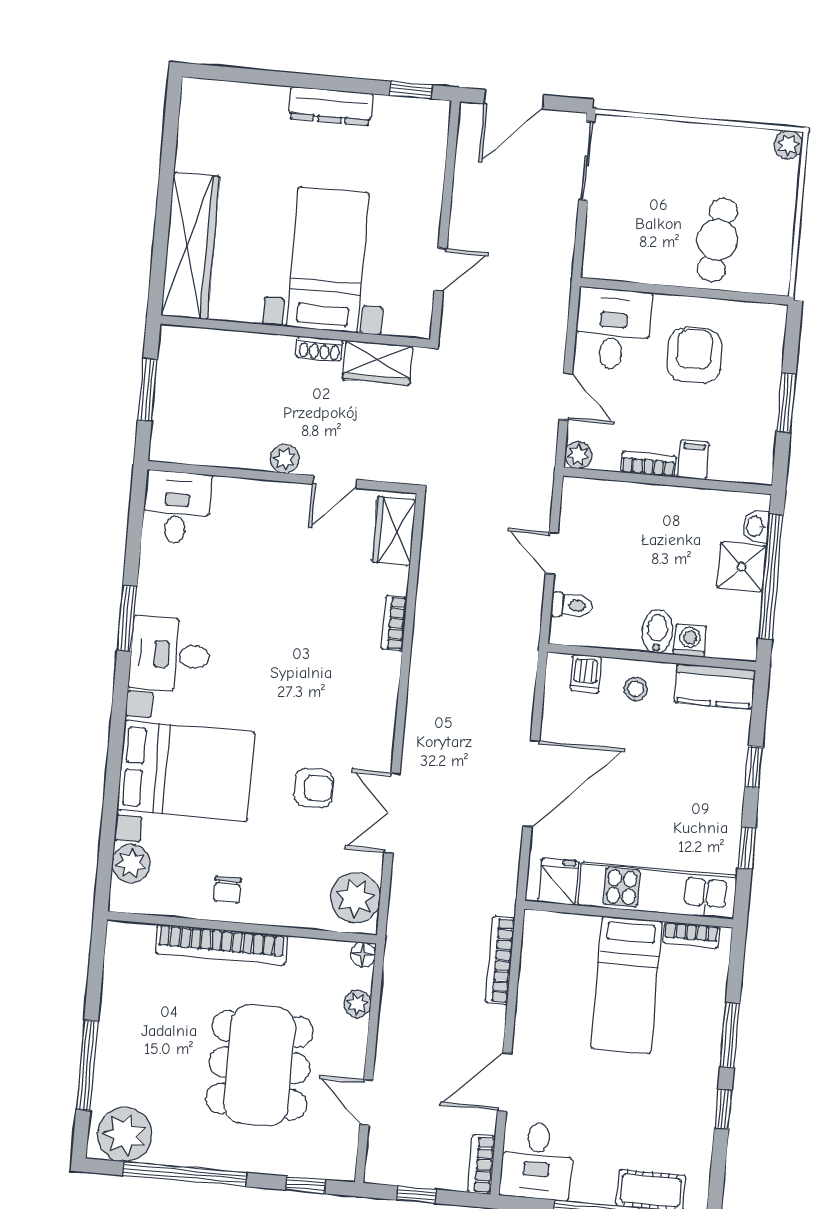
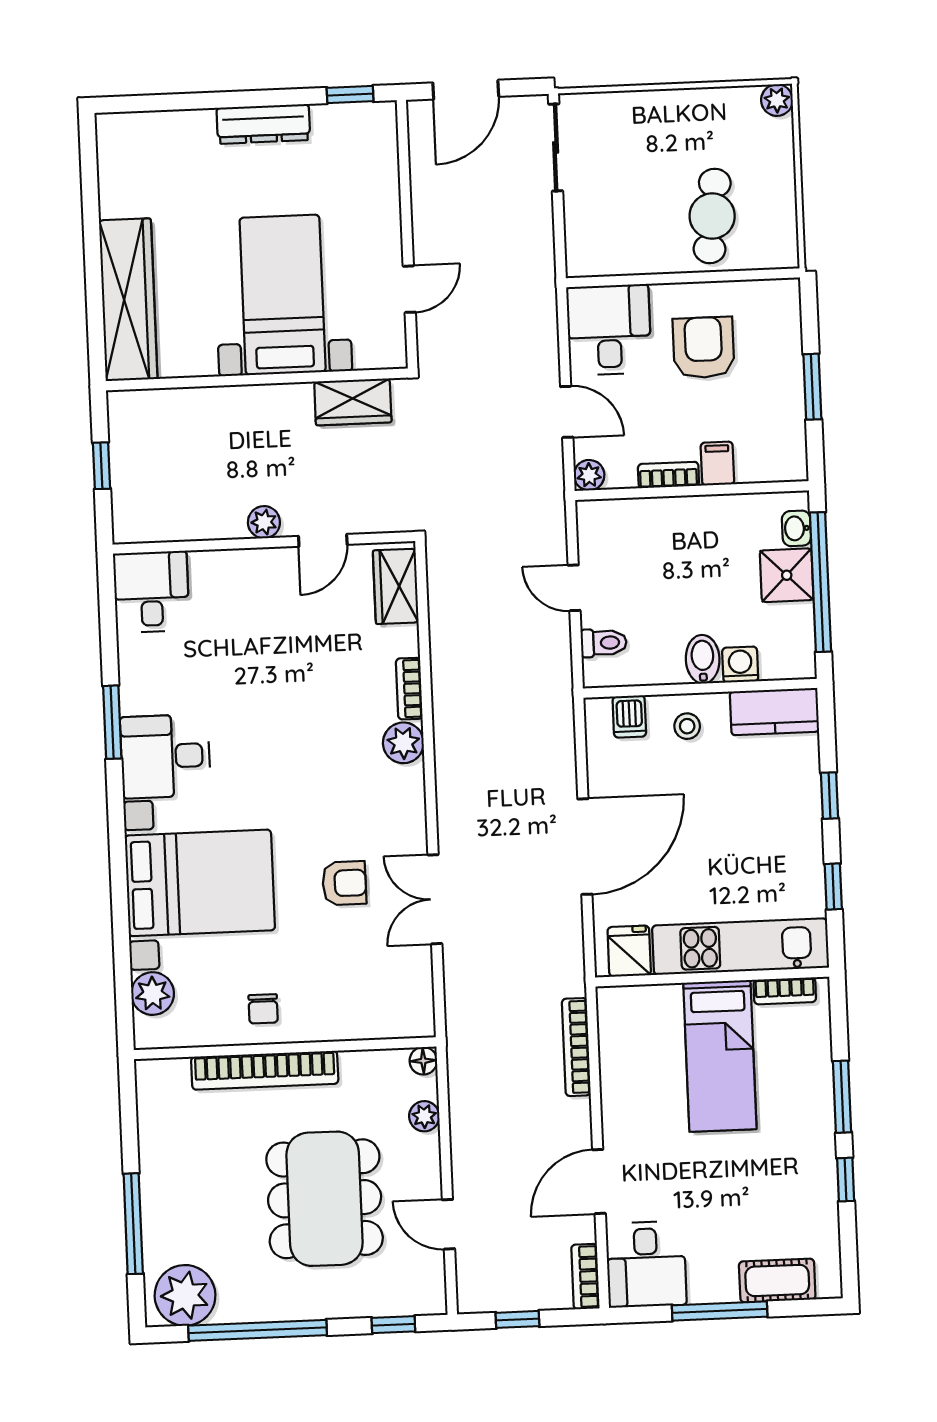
shoe rack: (319, 349) -> (286, 395), removed
window: (147, 390) -> (101, 466), width x0.67
plant: (355, 898) -> (403, 743), moved, width x0.73, depth x0.73

